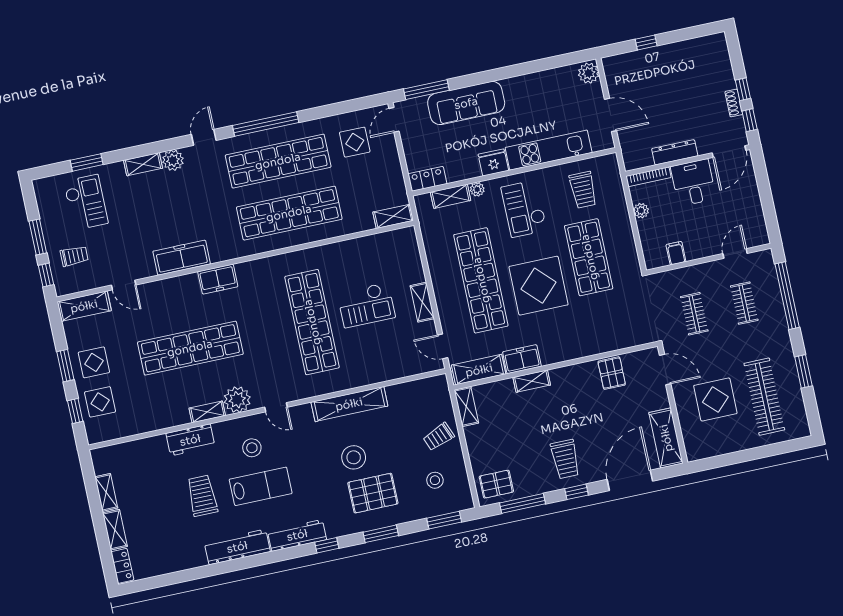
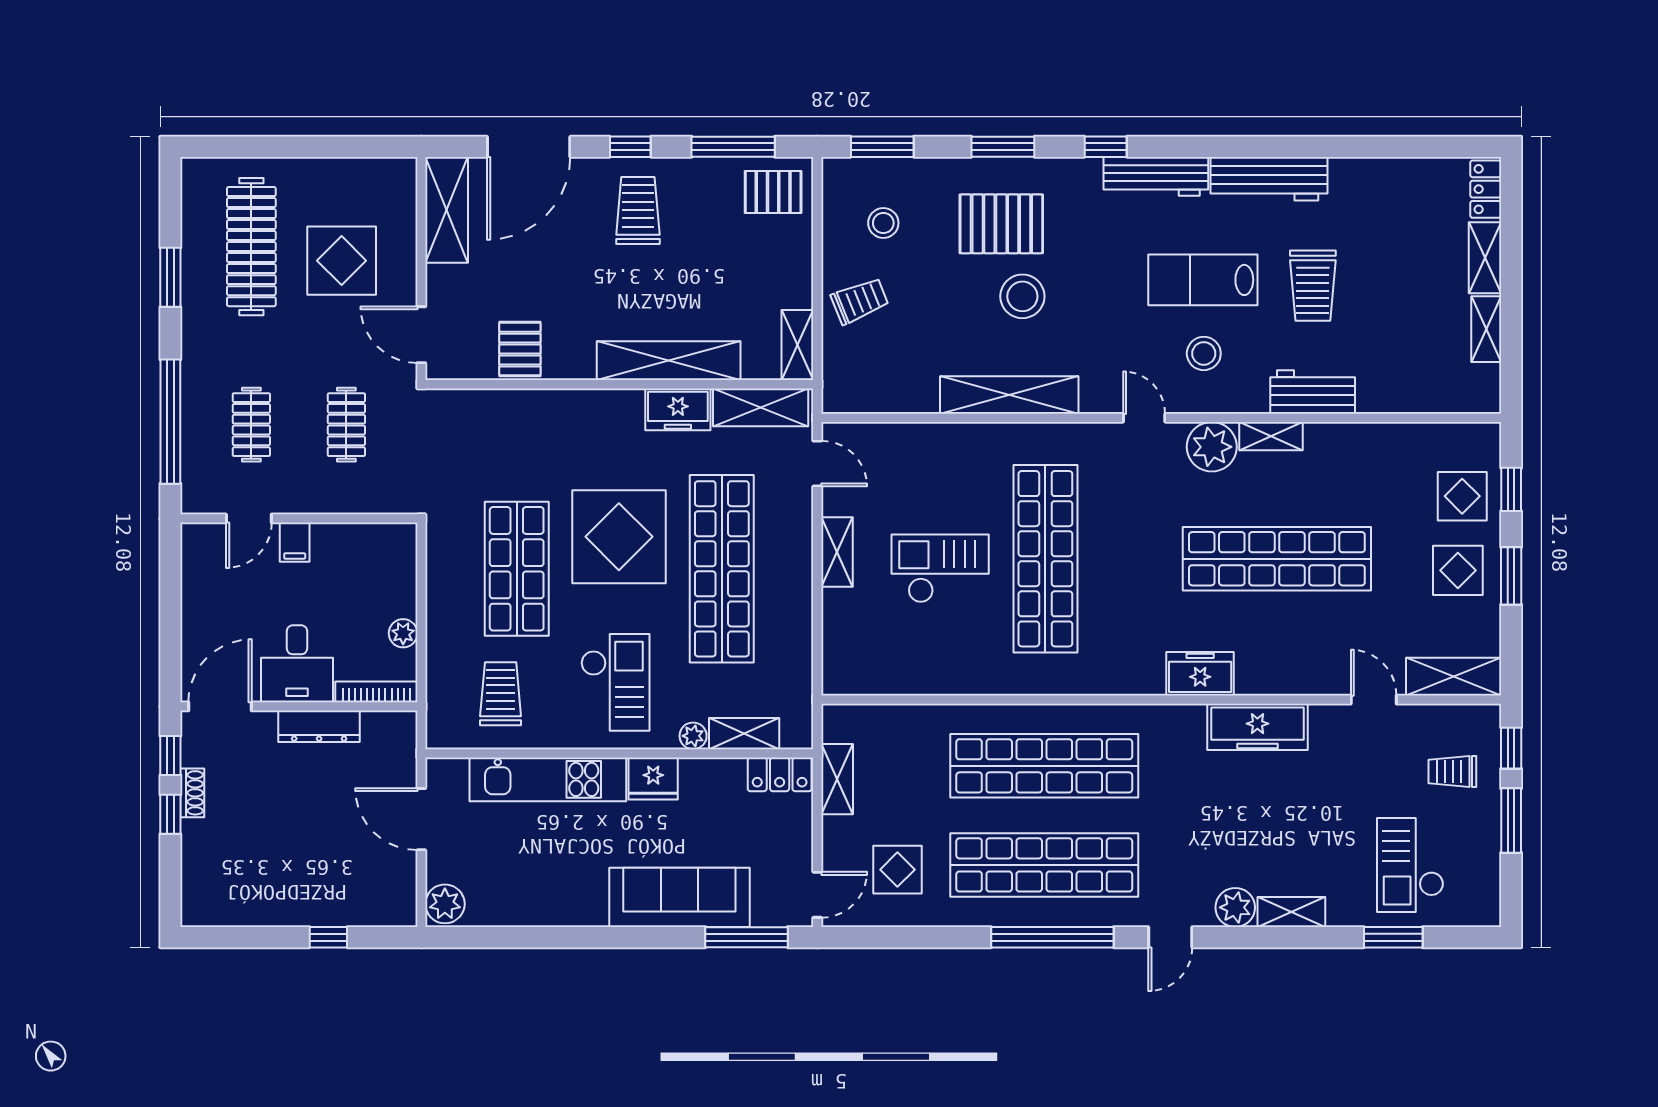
shelving: (393, 216) -> (837, 779), moved, turned 90
filing cabinet: (676, 253) -> (295, 542), moved
shelving: (532, 381) -> (669, 361), width x2.20, depth x1.33

